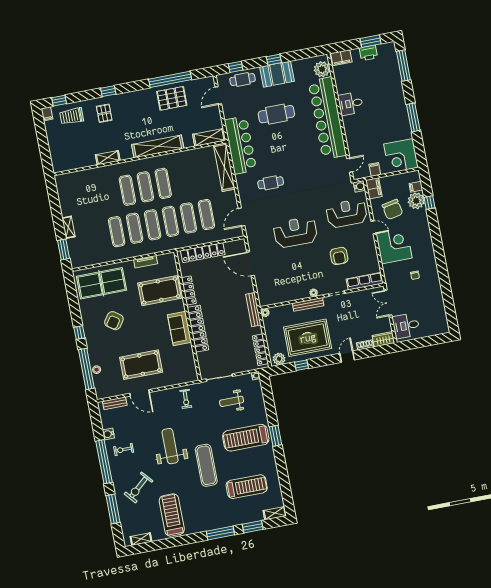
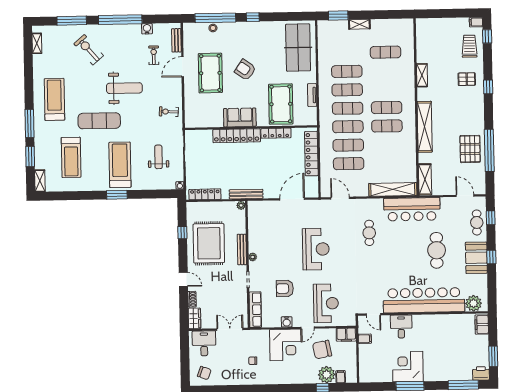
printer: (368, 53) -> (481, 373), moved, turned 90
desk: (351, 104) -> (401, 327), moved
corner desk: (401, 156) -> (408, 367), moved
water cooler: (359, 186) -> (287, 322), moved
exercise mat: (127, 190) -> (385, 52), moved
chair: (435, 320) -> (204, 373), added
armchair: (114, 321) -> (245, 70), moved
plant: (279, 359) -> (193, 211), removed
exercise bike: (124, 449) -> (154, 55), moved
treadmill: (172, 515) -> (54, 99), moved, turned -90

